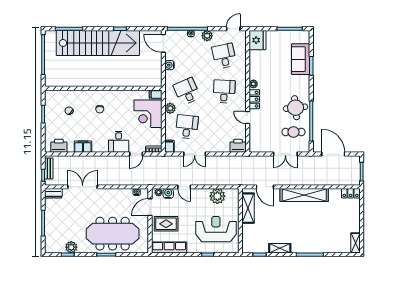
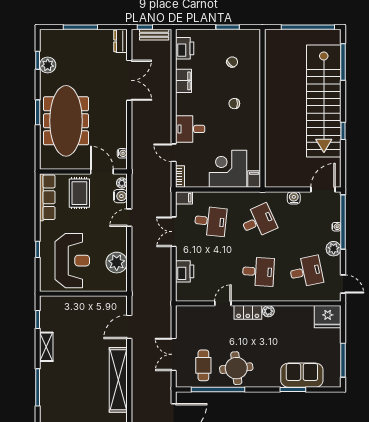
plant: (170, 108) -> (236, 199), removed
printer: (238, 146) -> (185, 271), moved
shelving: (248, 208) -> (101, 304), removed

